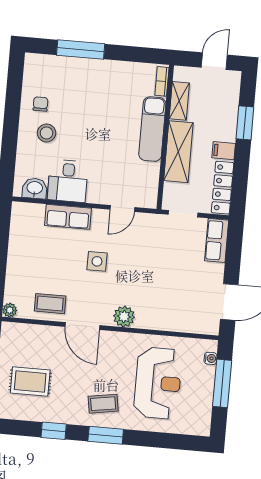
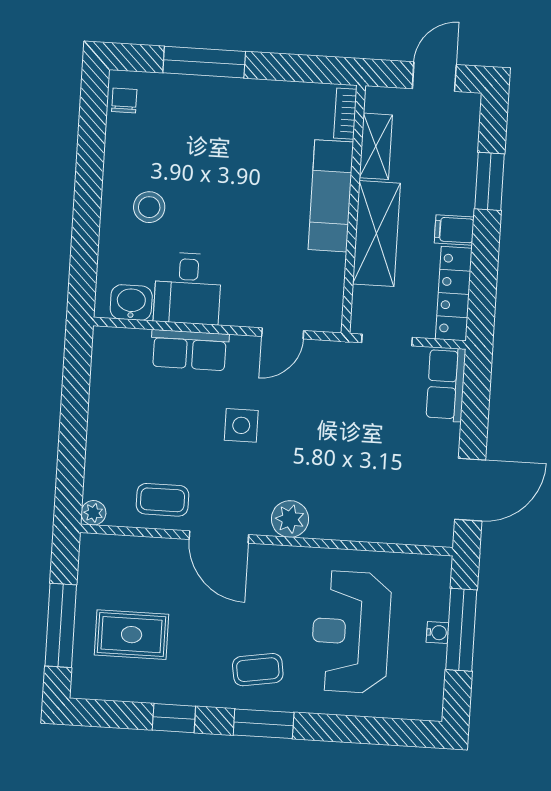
chair: (40, 104) -> (124, 101), moved
water cooler: (210, 358) -> (437, 633), moved
reception desk: (158, 383) -> (351, 632), turned 180

